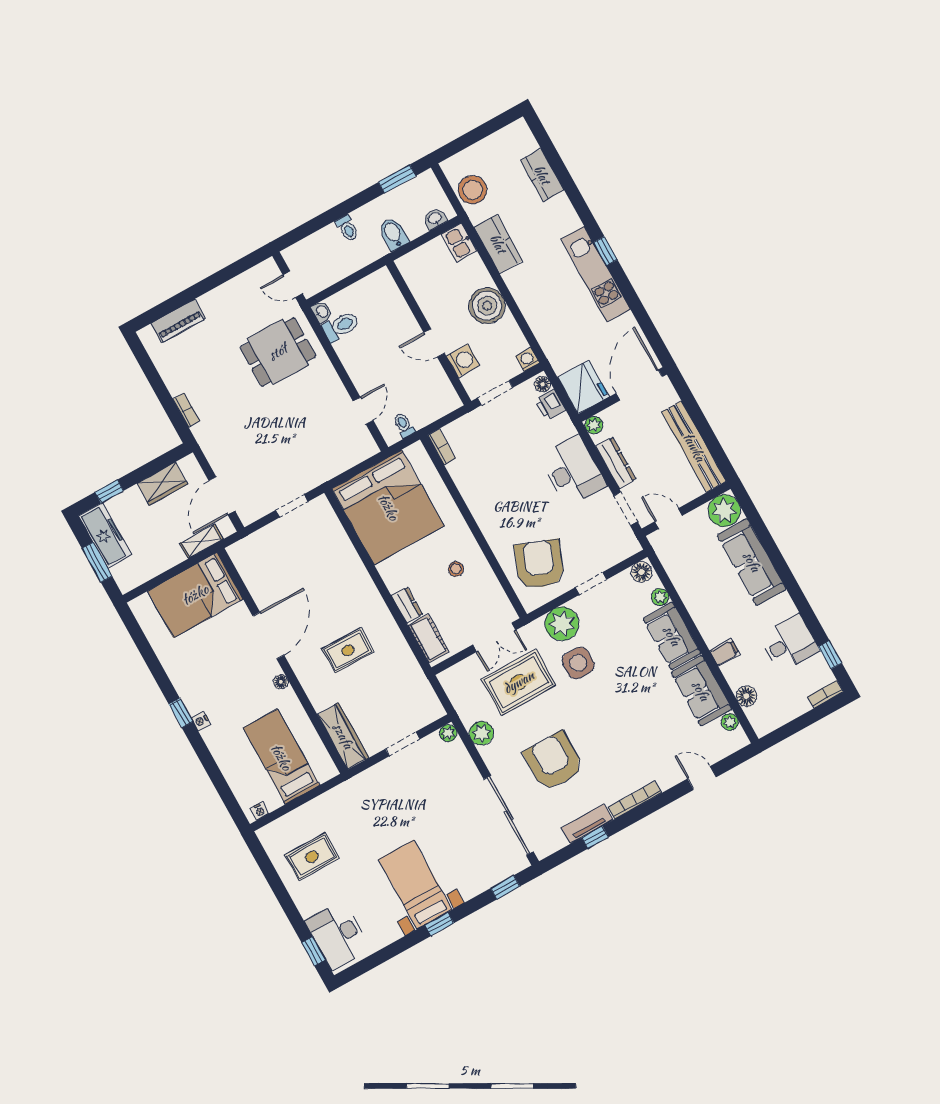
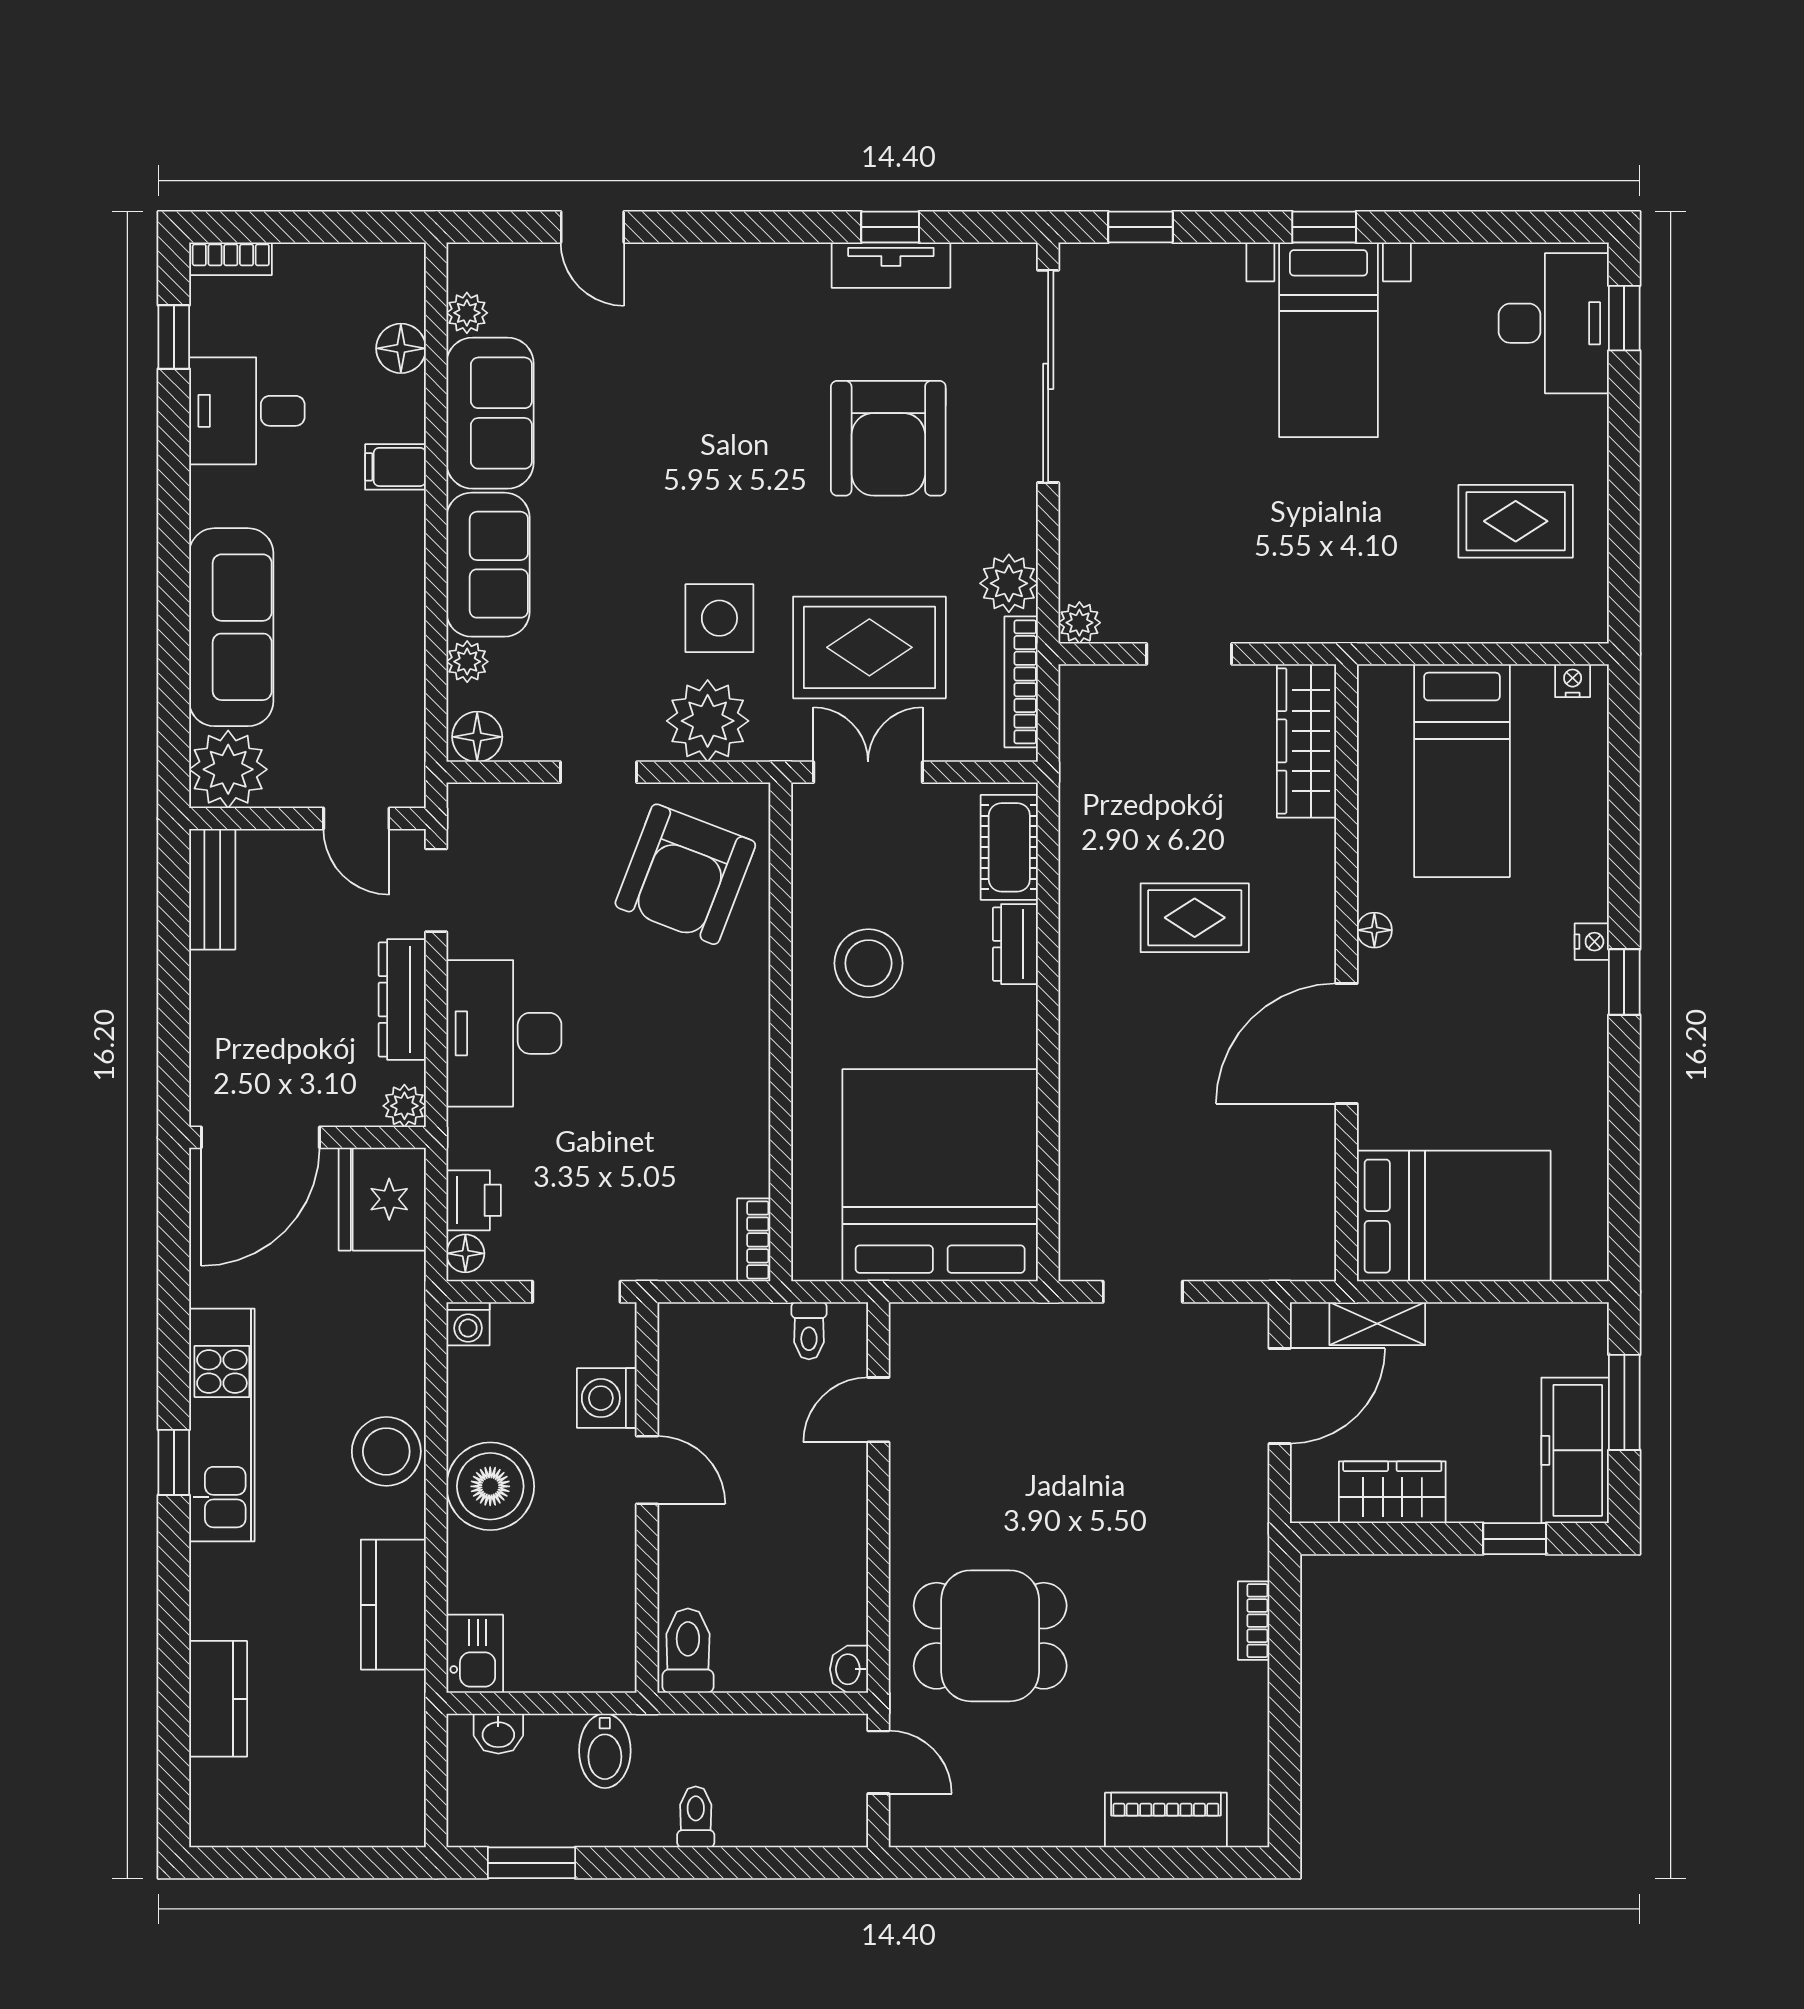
stool: (473, 190) -> (386, 1451), moved
toilet: (341, 326) -> (688, 1651), moved, turned 90
bench: (694, 447) -> (212, 889), width x0.54, depth x0.82
stool: (456, 569) -> (868, 963), width x1.89, depth x1.89
bookcase: (635, 800) -> (1021, 682), moved, turned 90

